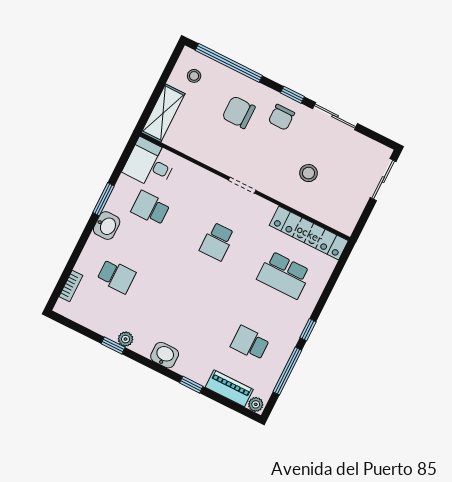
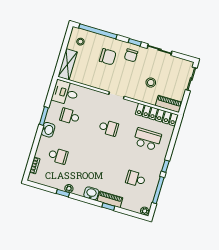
chair: (239, 112) -> (108, 57), turned 180
piano: (334, 218) -> (169, 104), added
school desk: (217, 242) -> (109, 128), turned -90
school desk: (284, 275) -> (147, 139), turned 180
piano: (229, 388) -> (110, 199), moved

